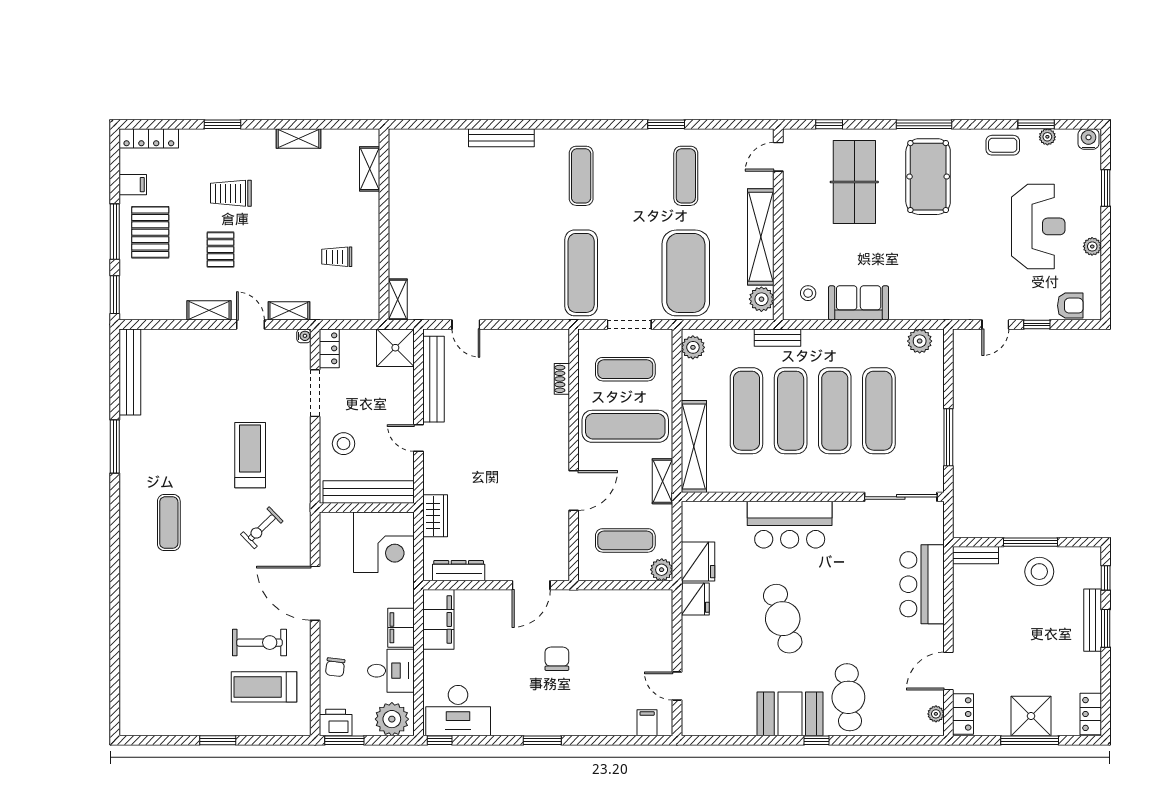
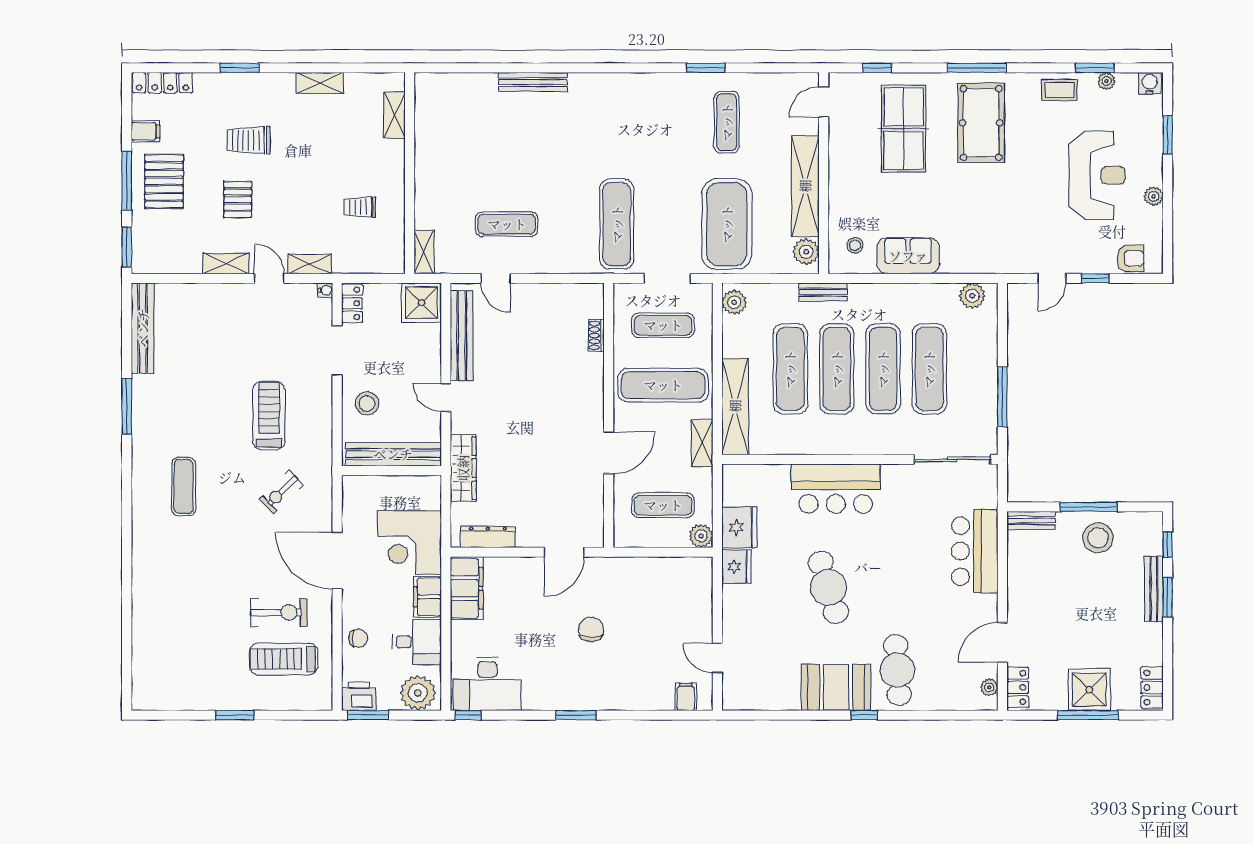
exercise mat: (581, 176) -> (507, 224), moved, turned 90
wardrobe: (435, 516) -> (463, 468), width x1.50
corner desk: (384, 542) -> (409, 543), moved, turned 90
chair: (335, 667) -> (358, 638), turned -97

